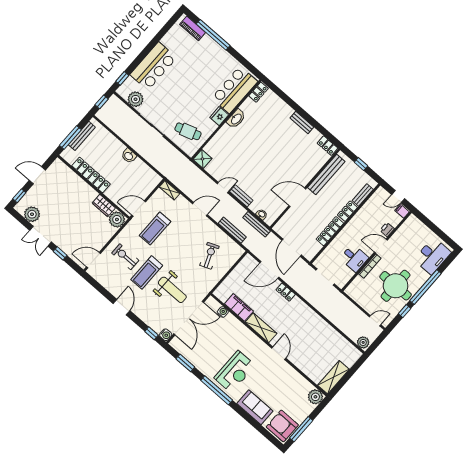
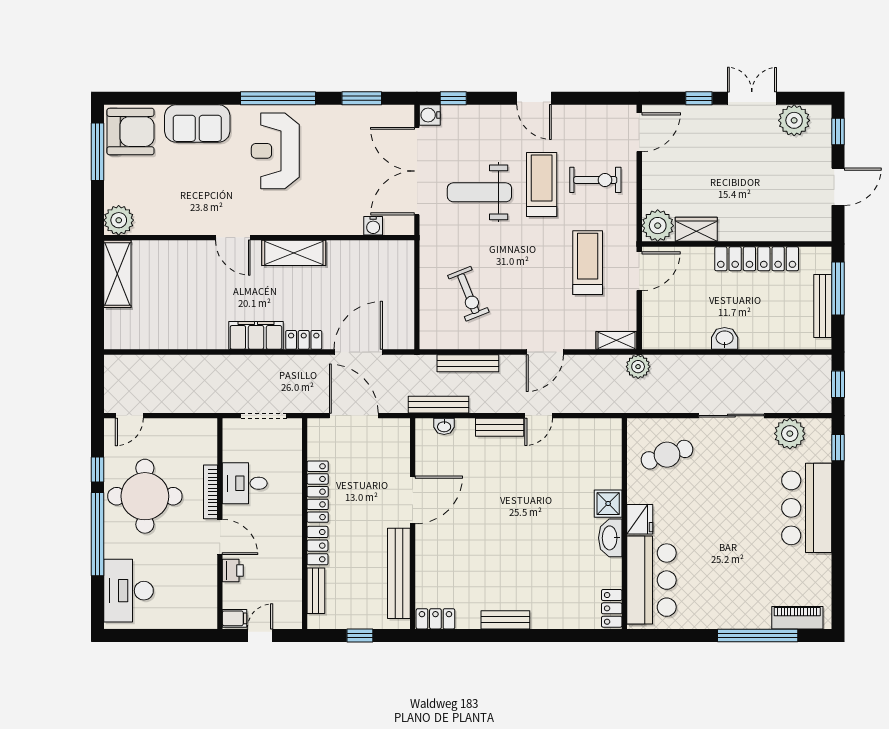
shower: (202, 159) -> (608, 504), moved
door: (381, 246) -> (220, 537), hinge flipped
filing cabinet: (239, 307) -> (256, 335), moved, turned 180
plant: (363, 342) -> (638, 367), moved

